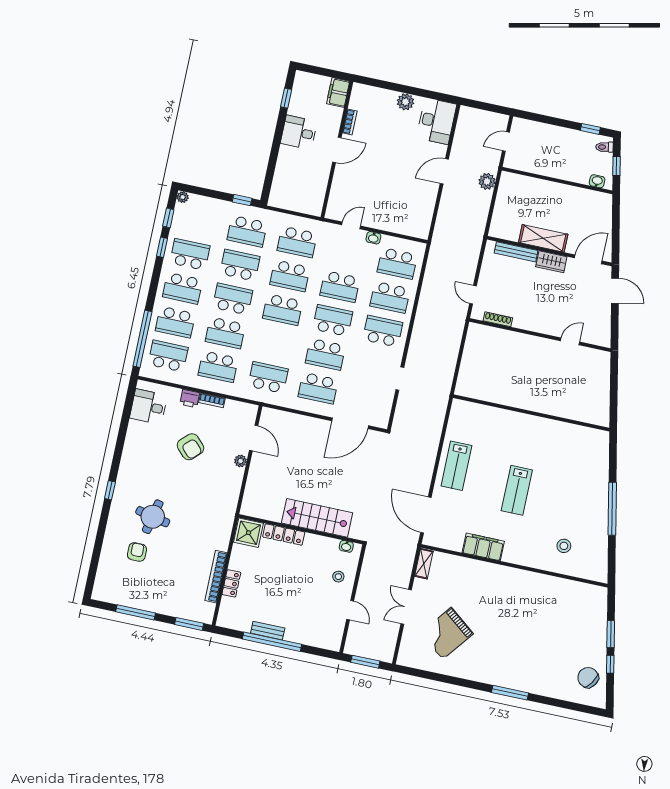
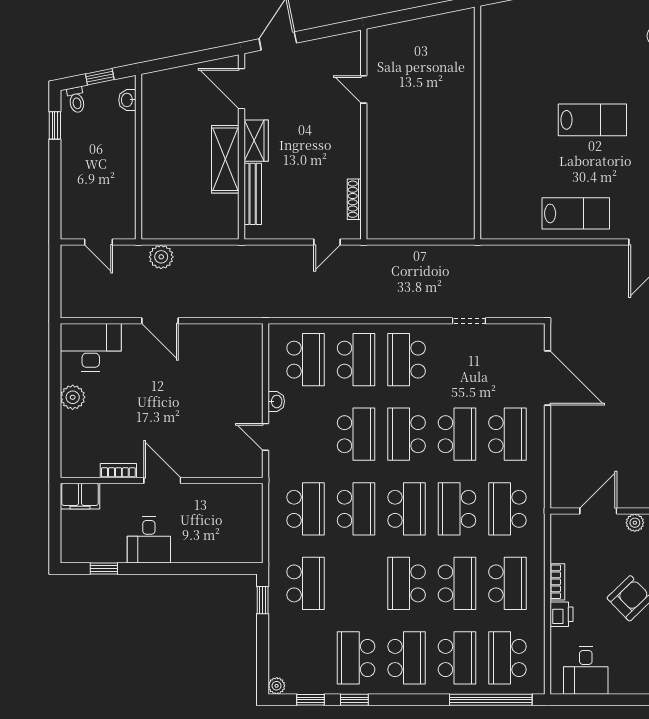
school desk: (240, 265) -> (457, 509), moved

